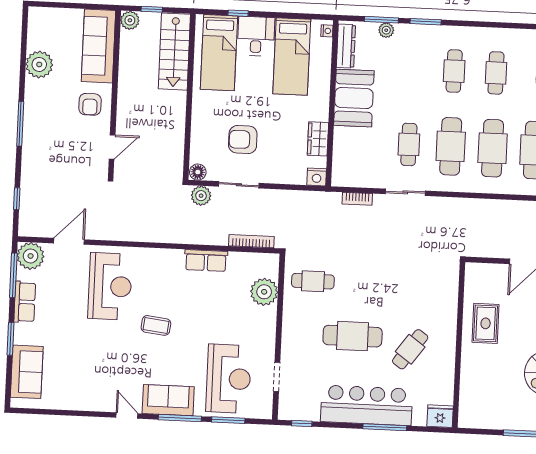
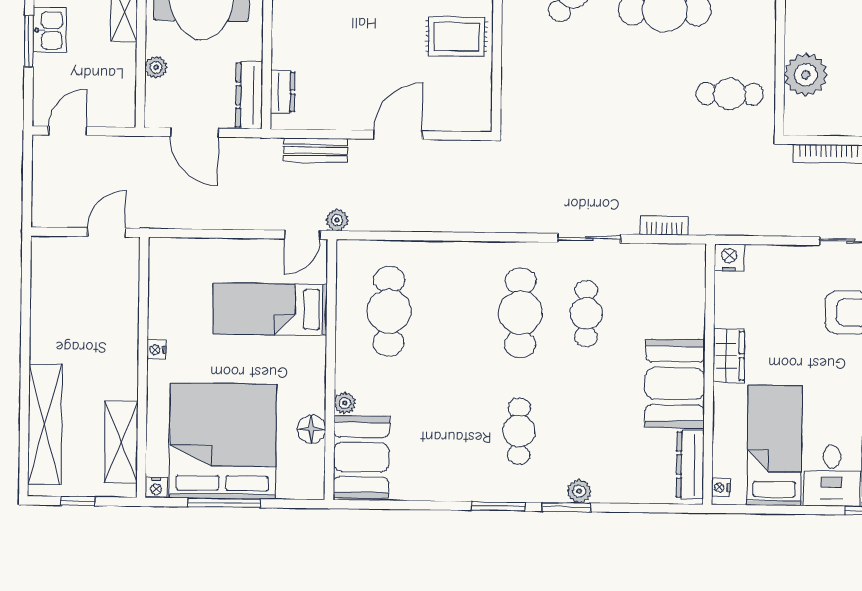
window: (381, 20) -> (498, 506), moved
plant: (386, 30) -> (579, 491), moved
cafe table: (496, 73) -> (453, 430), removed
wardrobe: (318, 139) -> (729, 356), moved
cafe table: (493, 148) -> (455, 312), removed
rug: (486, 323) -> (457, 37), turned 90

